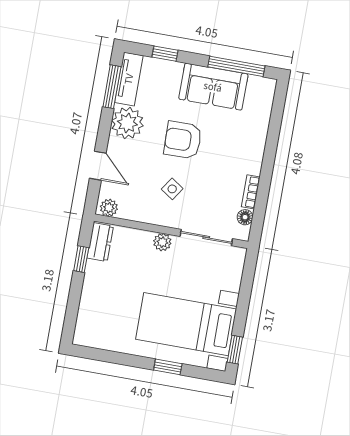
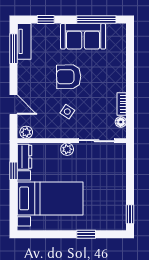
plant: (127, 123) -> (29, 72), removed
bed with nightstands: (186, 324) -> (50, 198), moved, turned 180

